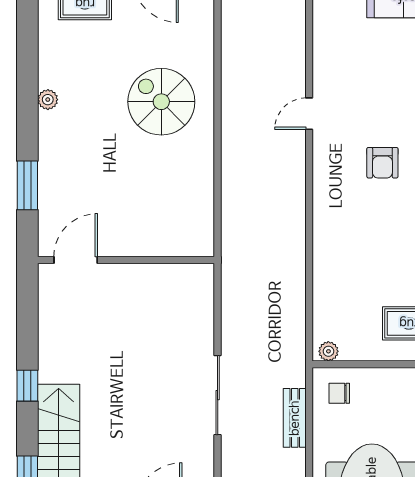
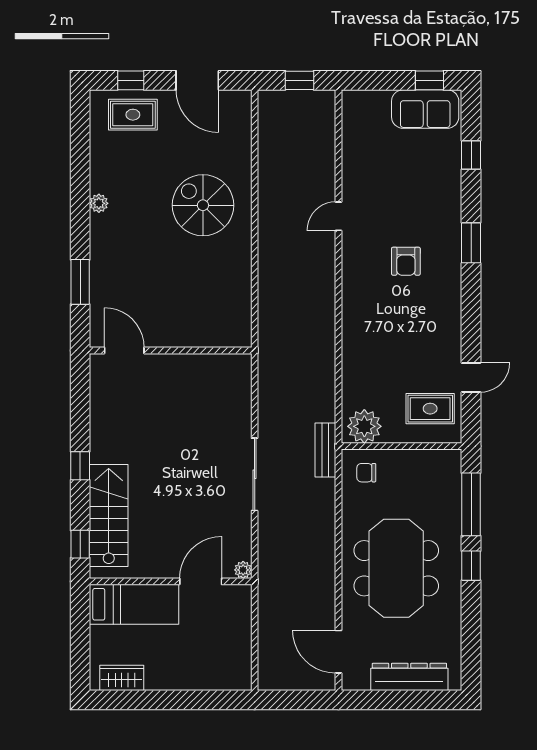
door: (76, 260) -> (124, 350), hinge flipped
plant: (328, 351) -> (364, 426), width x1.88, depth x1.88
bench: (295, 418) -> (325, 450), moved

